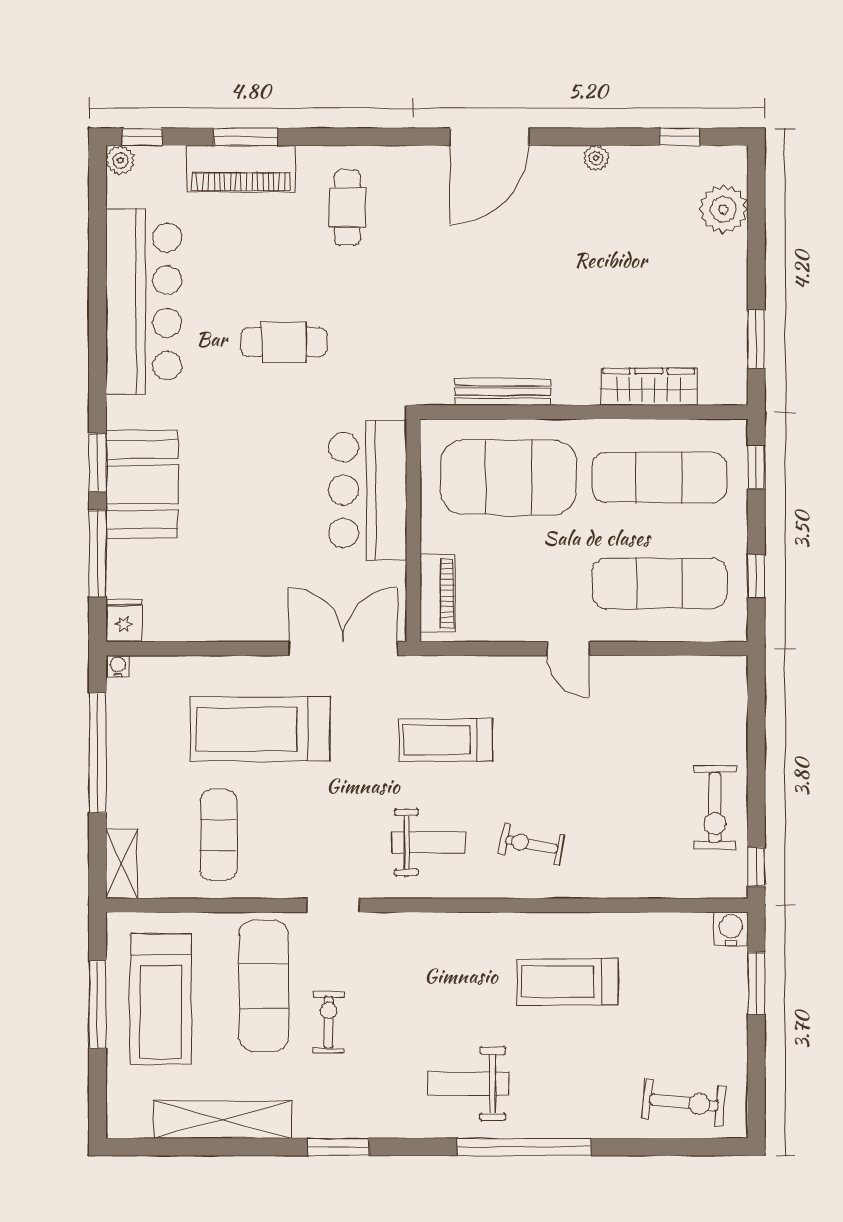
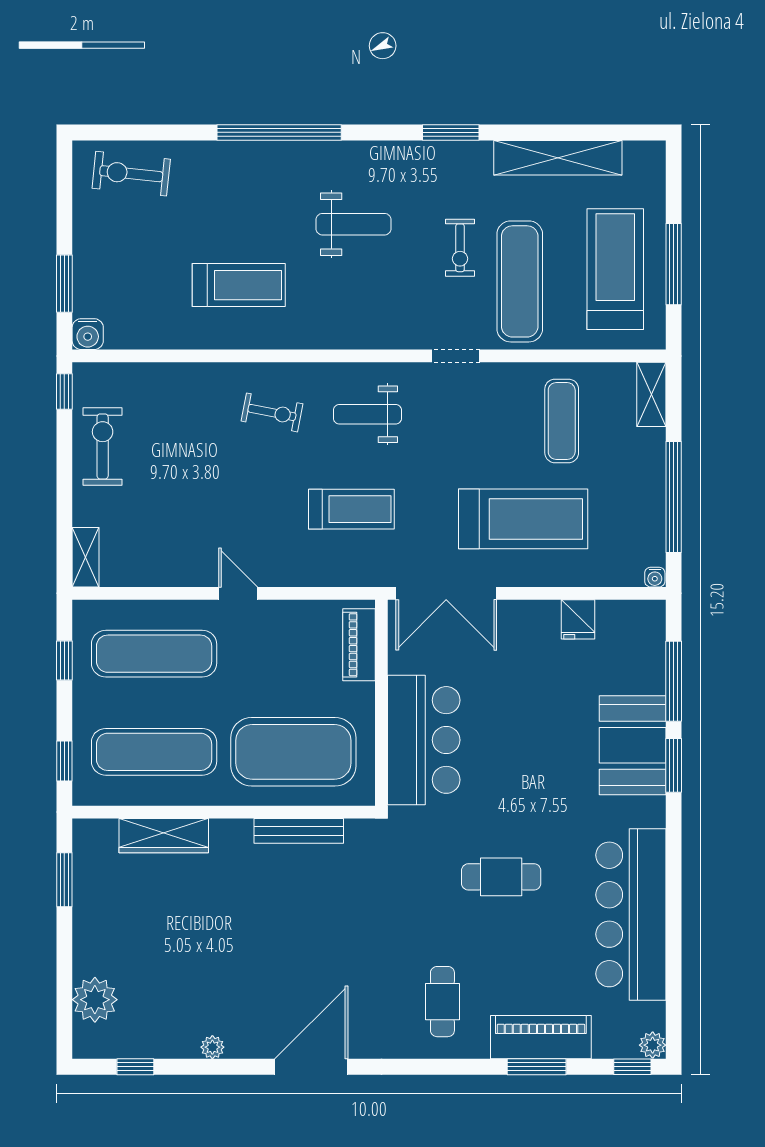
fridge: (124, 620) -> (578, 619), moved
shelving: (733, 688) -> (86, 557), added
weight bench: (468, 1084) -> (354, 224), moved

